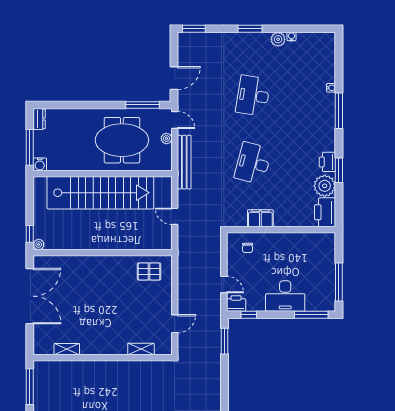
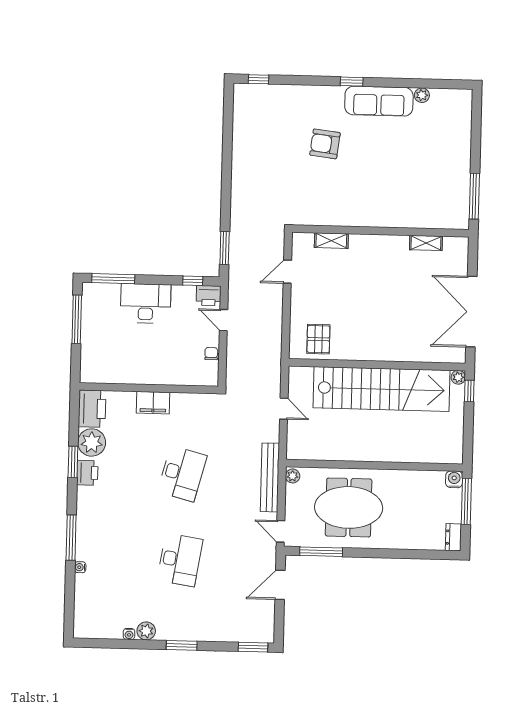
plant: (166, 138) -> (293, 476), moved
stairs: (100, 193) -> (382, 389), moved, turned 180
filing cabinet: (260, 218) -> (153, 403), moved
chair: (248, 248) -> (211, 354), moved
pallet: (149, 271) -> (318, 339), turned 90

